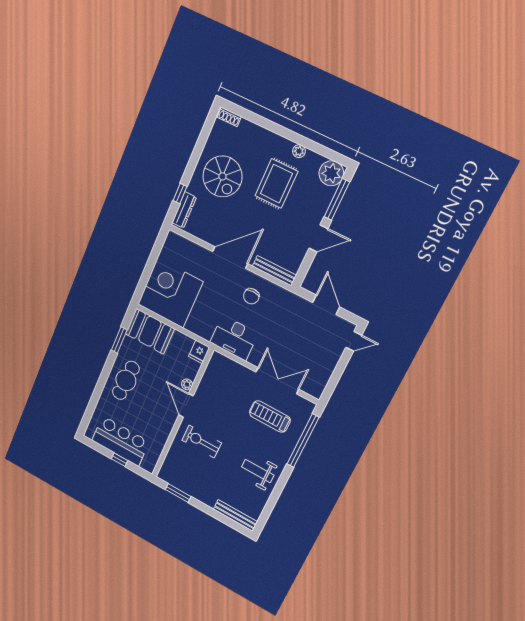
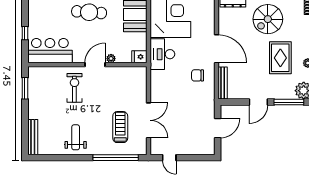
rug: (276, 184) -> (280, 58), turned 90
door: (318, 238) -> (258, 102), hinge flipped
desk: (234, 338) -> (162, 54), moved
door: (354, 341) -> (169, 158), moved
bar counter: (120, 441) -> (50, 51), moved, turned -90

